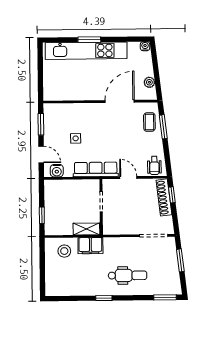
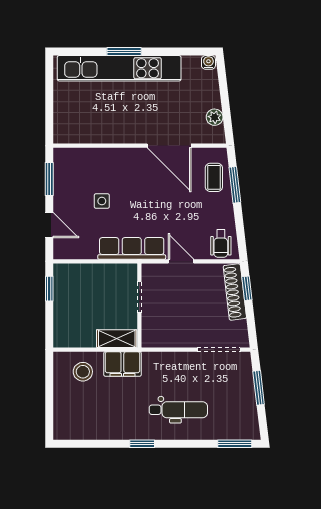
door: (120, 101) -> (169, 146), swing flipped
water cooler: (57, 171) -> (73, 250), removed
window: (42, 215) -> (49, 289), moved

